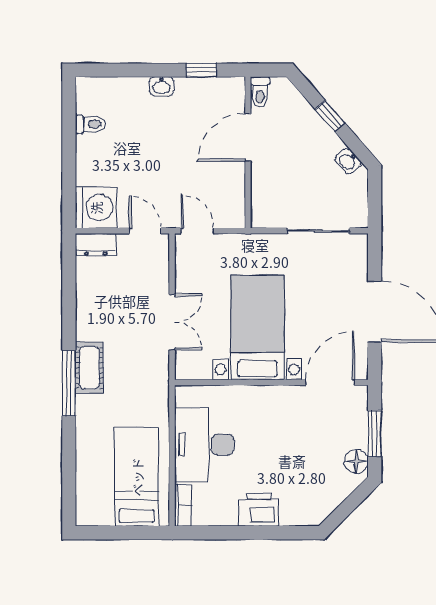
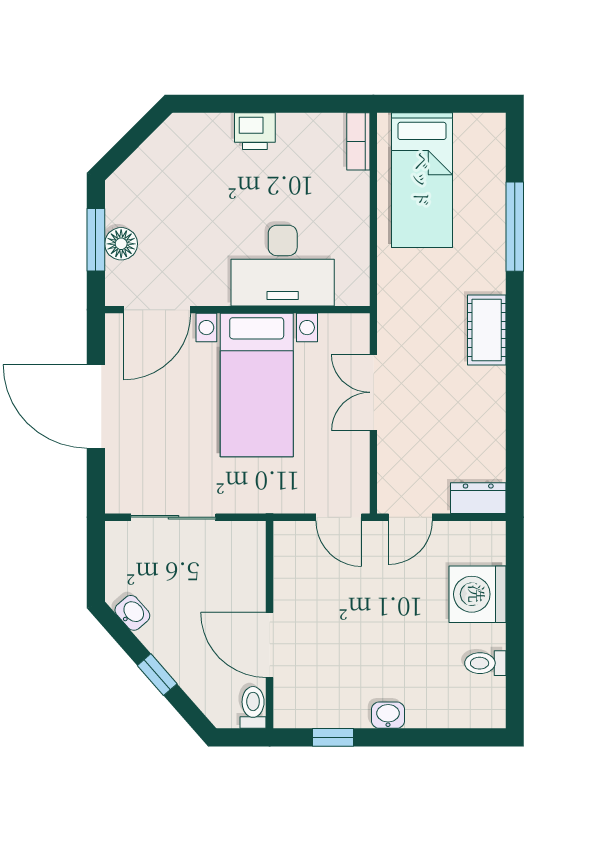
door: (248, 138) -> (270, 645), swing flipped
washing machine: (96, 208) -> (477, 594), moved
door: (145, 231) -> (410, 517), hinge flipped
window: (69, 383) -> (515, 227), moved
desk: (204, 445) -> (283, 266), moved, turned 90
floor lamp: (356, 461) -> (121, 244), moved
printer: (259, 509) -> (255, 131), width x0.73, depth x0.81

